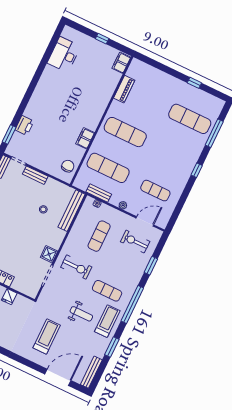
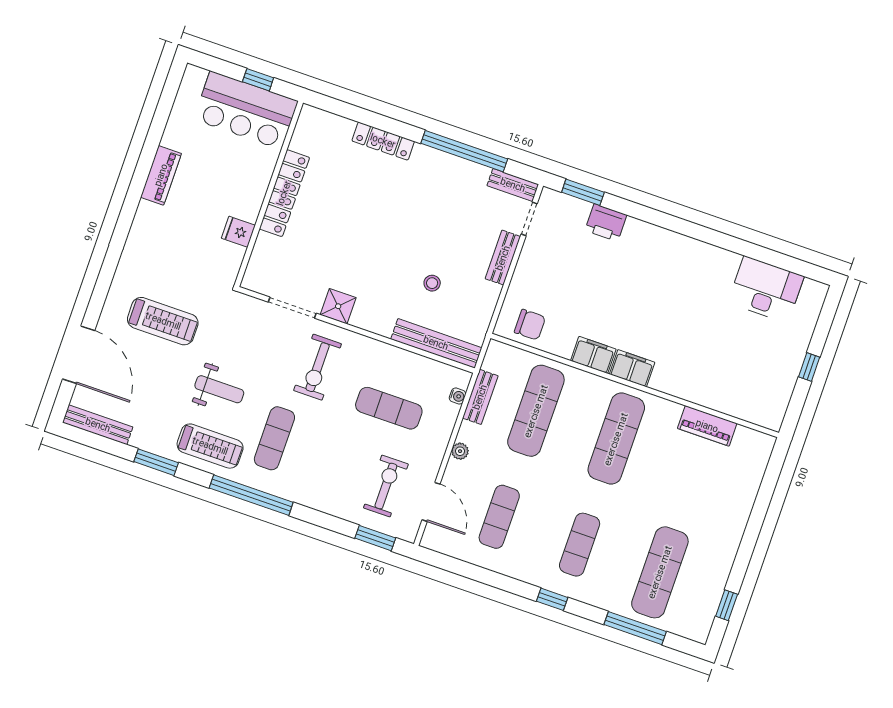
filing cabinet: (121, 63) -> (632, 368), moved
window: (194, 83) -> (727, 605), moved
exercise mat: (173, 155) -> (580, 545), added
window: (151, 266) -> (375, 538), moved
weight bench: (81, 314) -> (219, 389), turned -90

